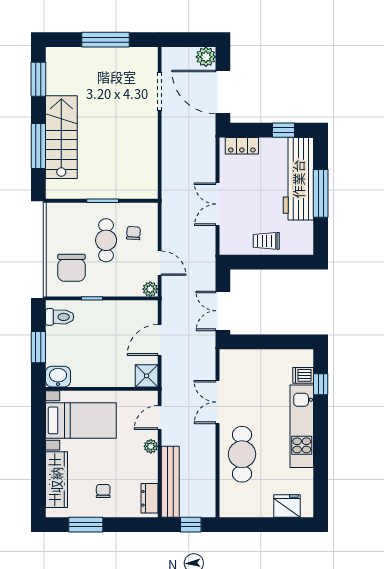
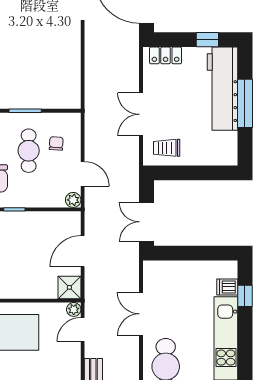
trolley: (266, 241) -> (167, 148), moved
plant: (151, 446) -> (74, 309), moved

